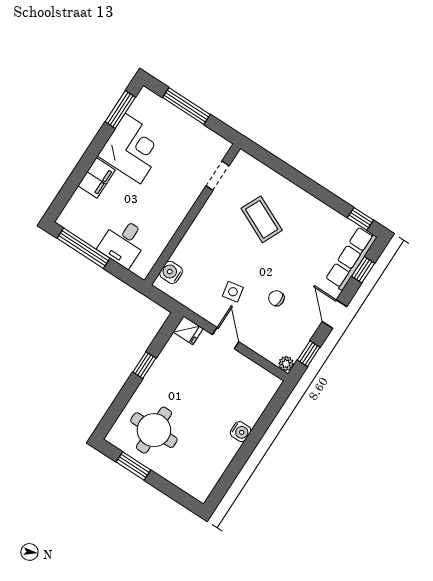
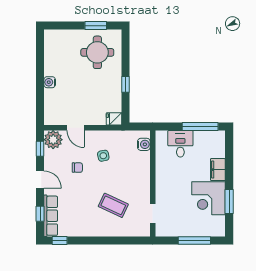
window: (120, 110) -> (229, 201), moved
door: (226, 338) -> (76, 128), moved
plant: (286, 364) -> (53, 140), width x1.88, depth x1.88

